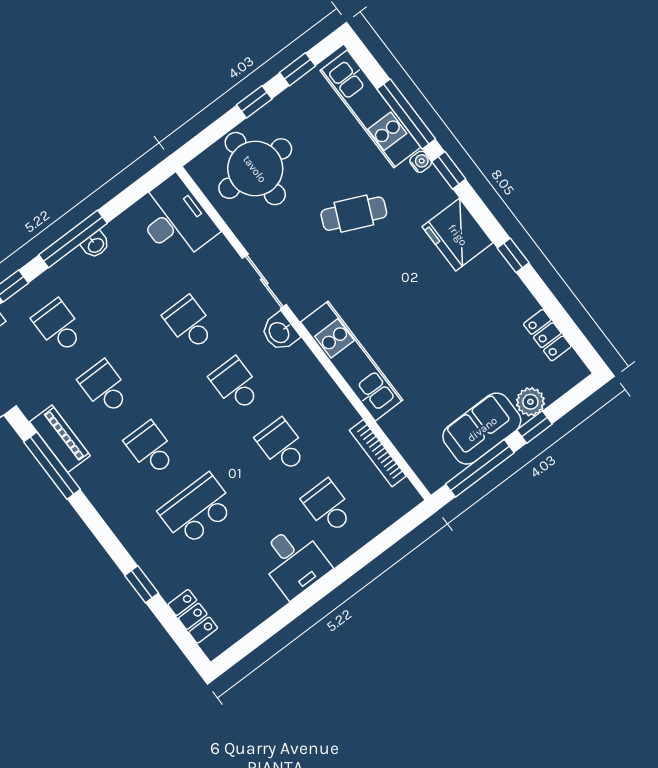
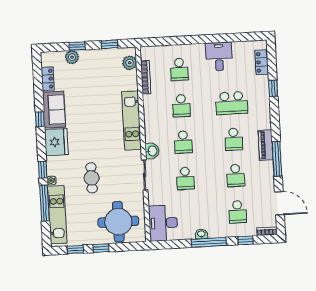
cafe table: (354, 214) -> (92, 178), turned 66
sofa: (482, 429) -> (54, 110), moved, turned -90
piano: (60, 439) -> (266, 145), moved
plant: (423, 460) -> (130, 63), added
window: (480, 468) -> (110, 44), width x0.46
desk: (294, 561) -> (219, 56), moved

